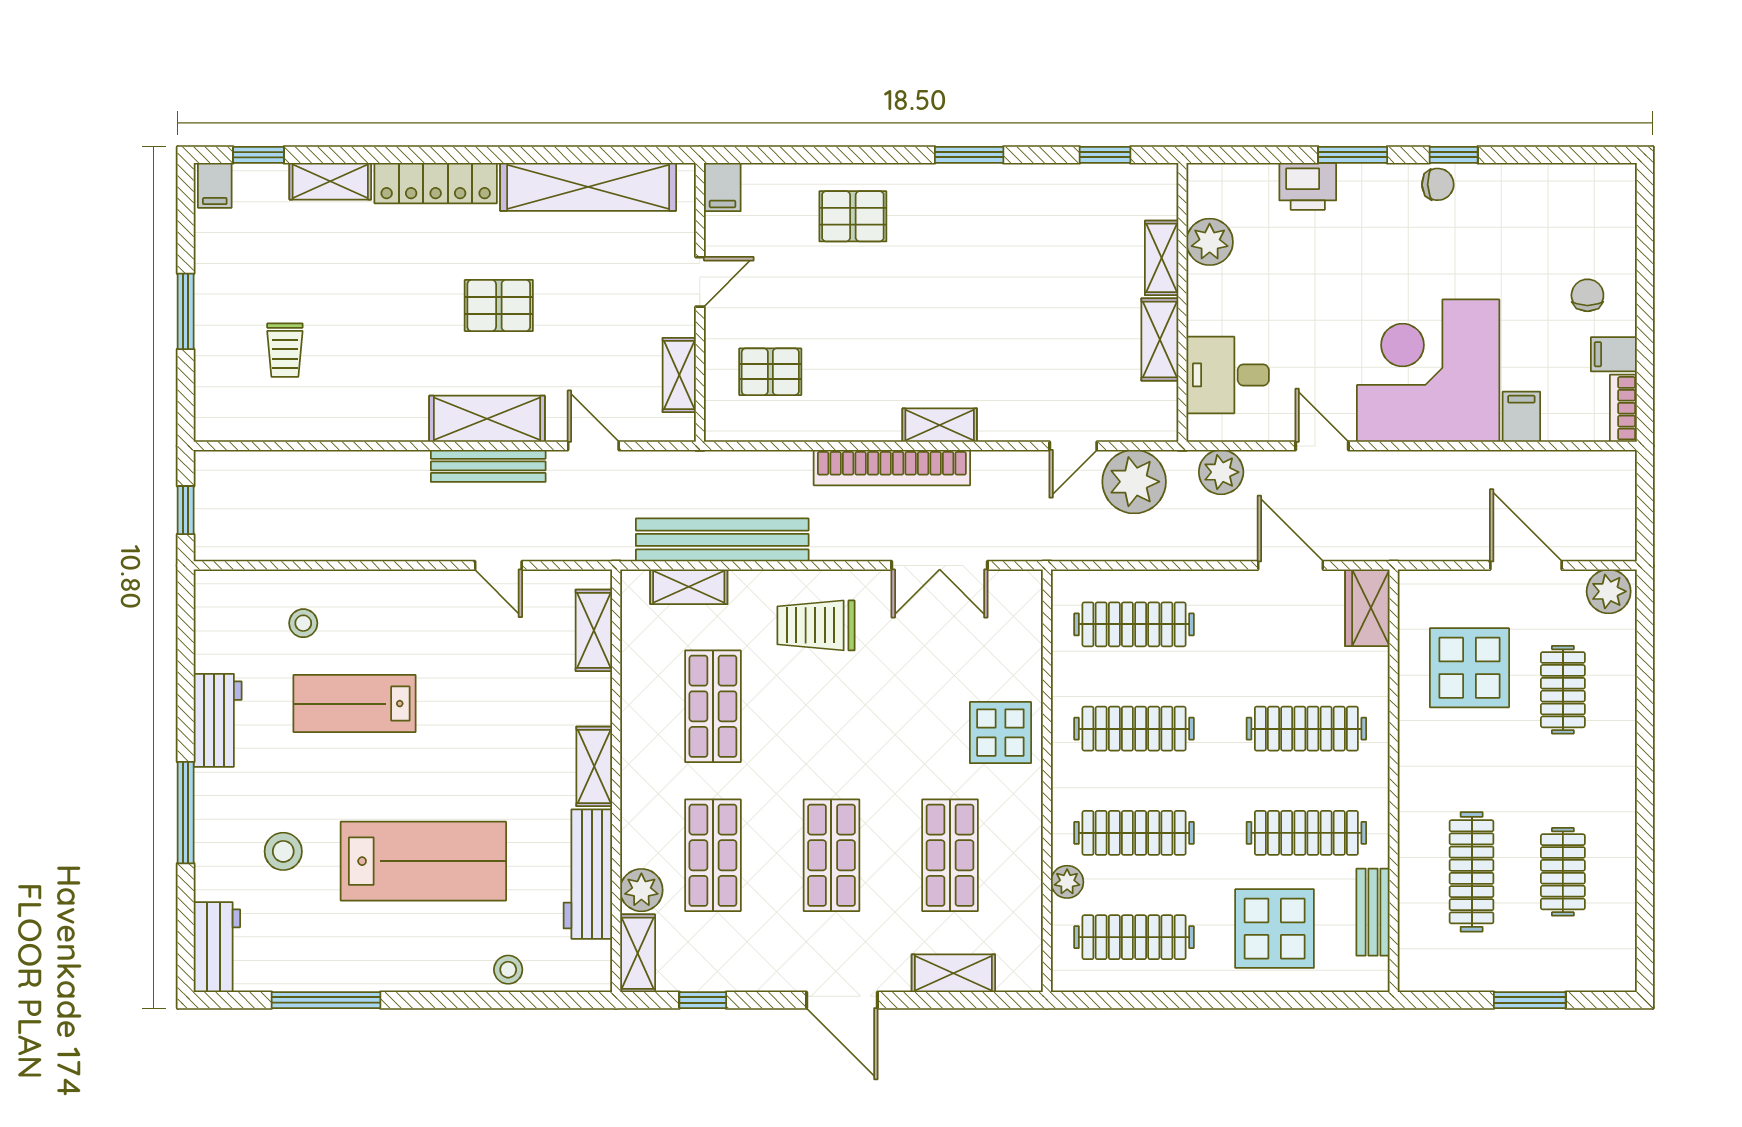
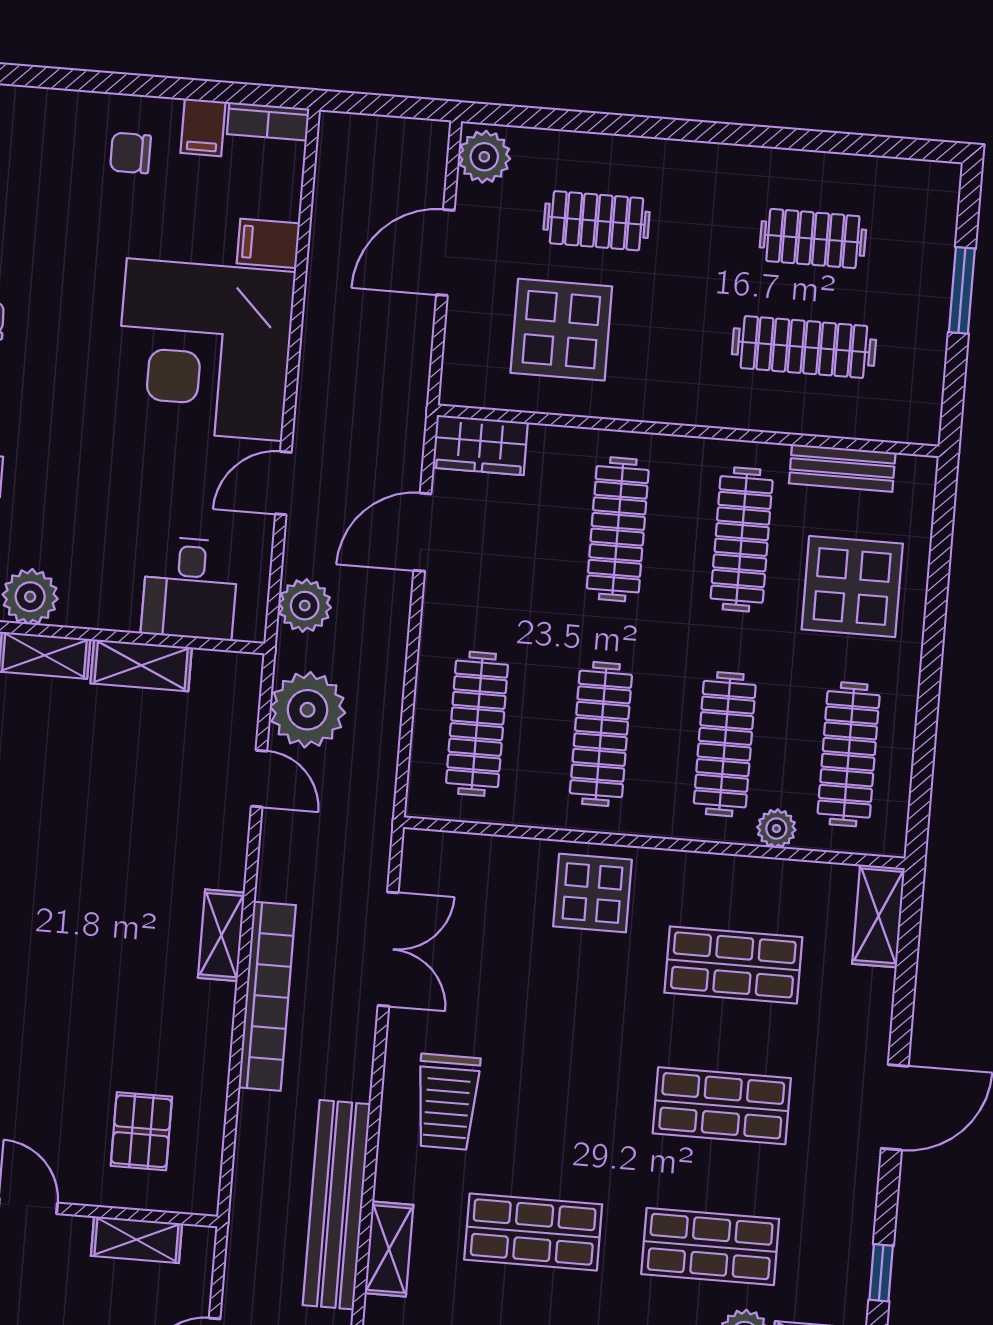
shelving: (953, 973) -> (878, 916), moved

